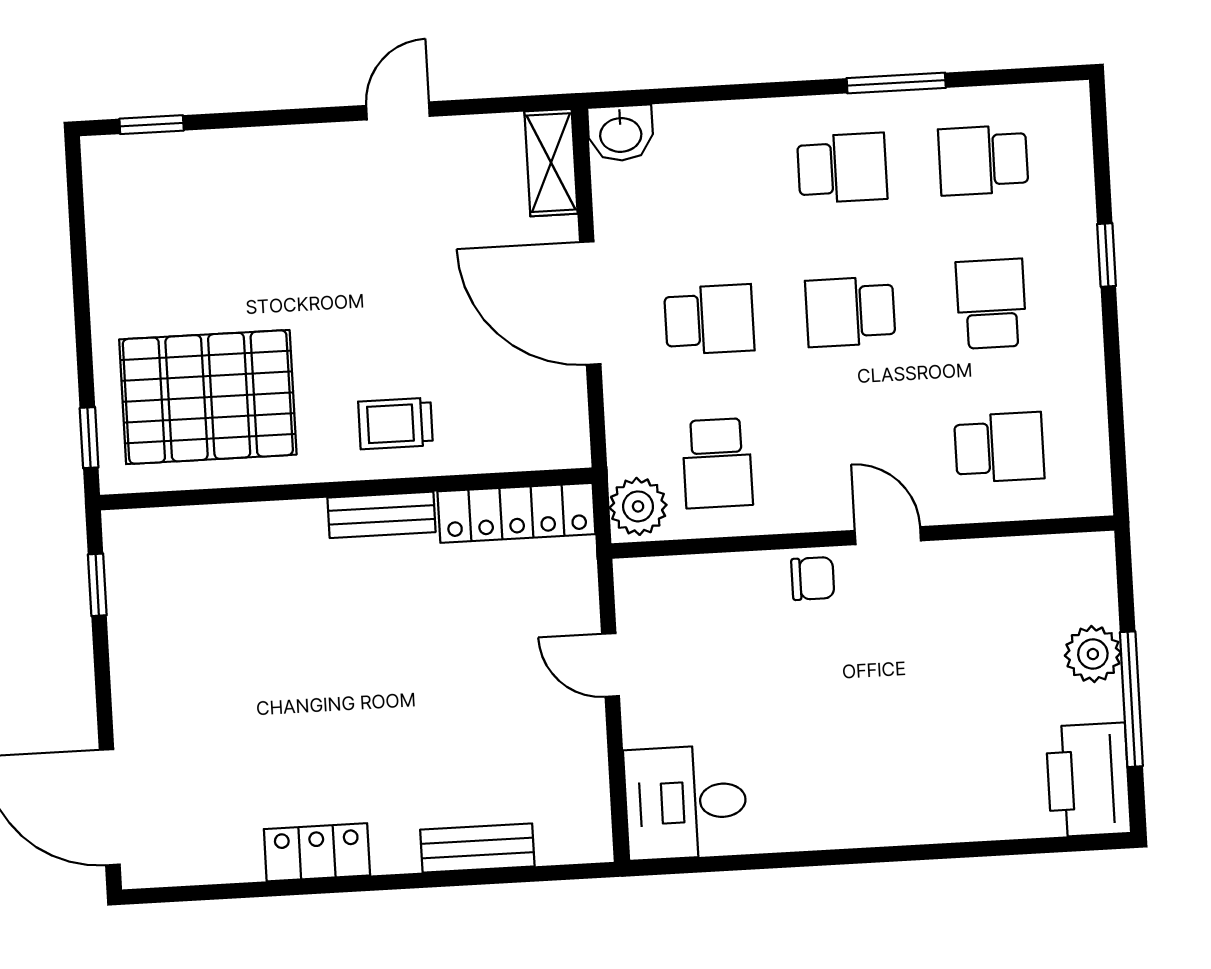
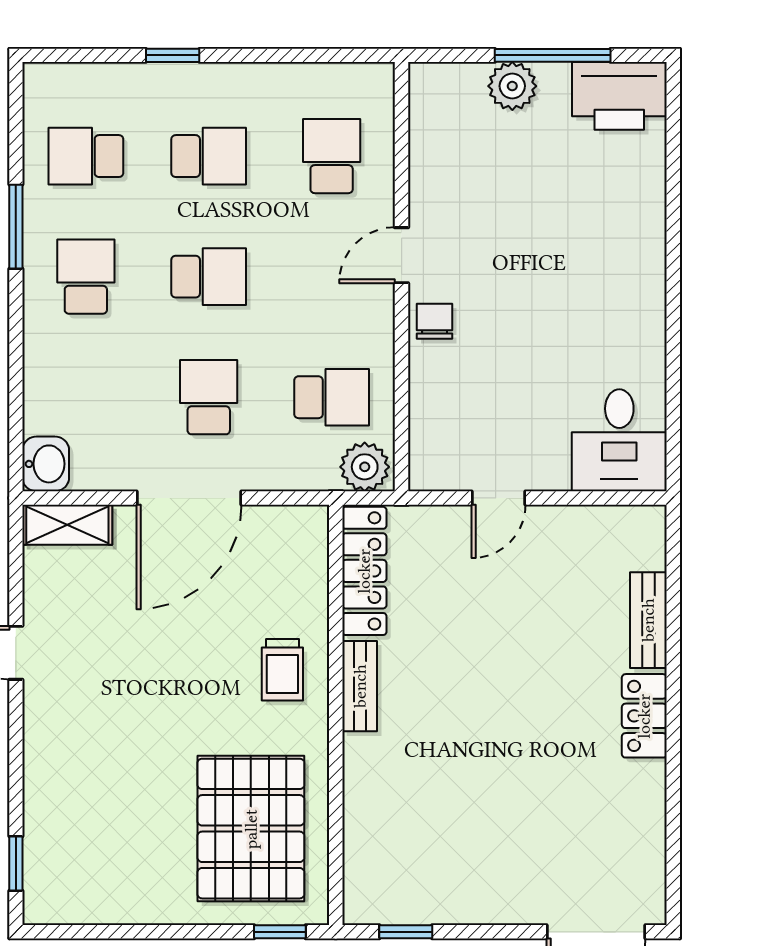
school desk: (983, 160) -> (86, 156), turned 90
school desk: (991, 304) -> (209, 156), turned 180
school desk: (850, 312) -> (209, 277), turned -90
locker: (317, 852) -> (644, 716), moved

